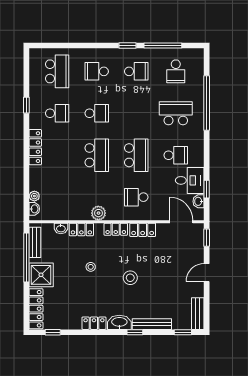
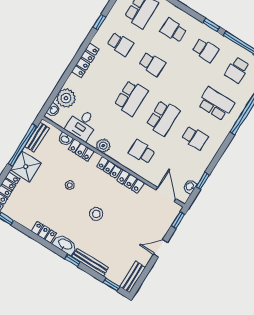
desk: (190, 180) -> (82, 124), moved, turned 90
plant: (34, 196) -> (66, 98), width x1.88, depth x1.88

